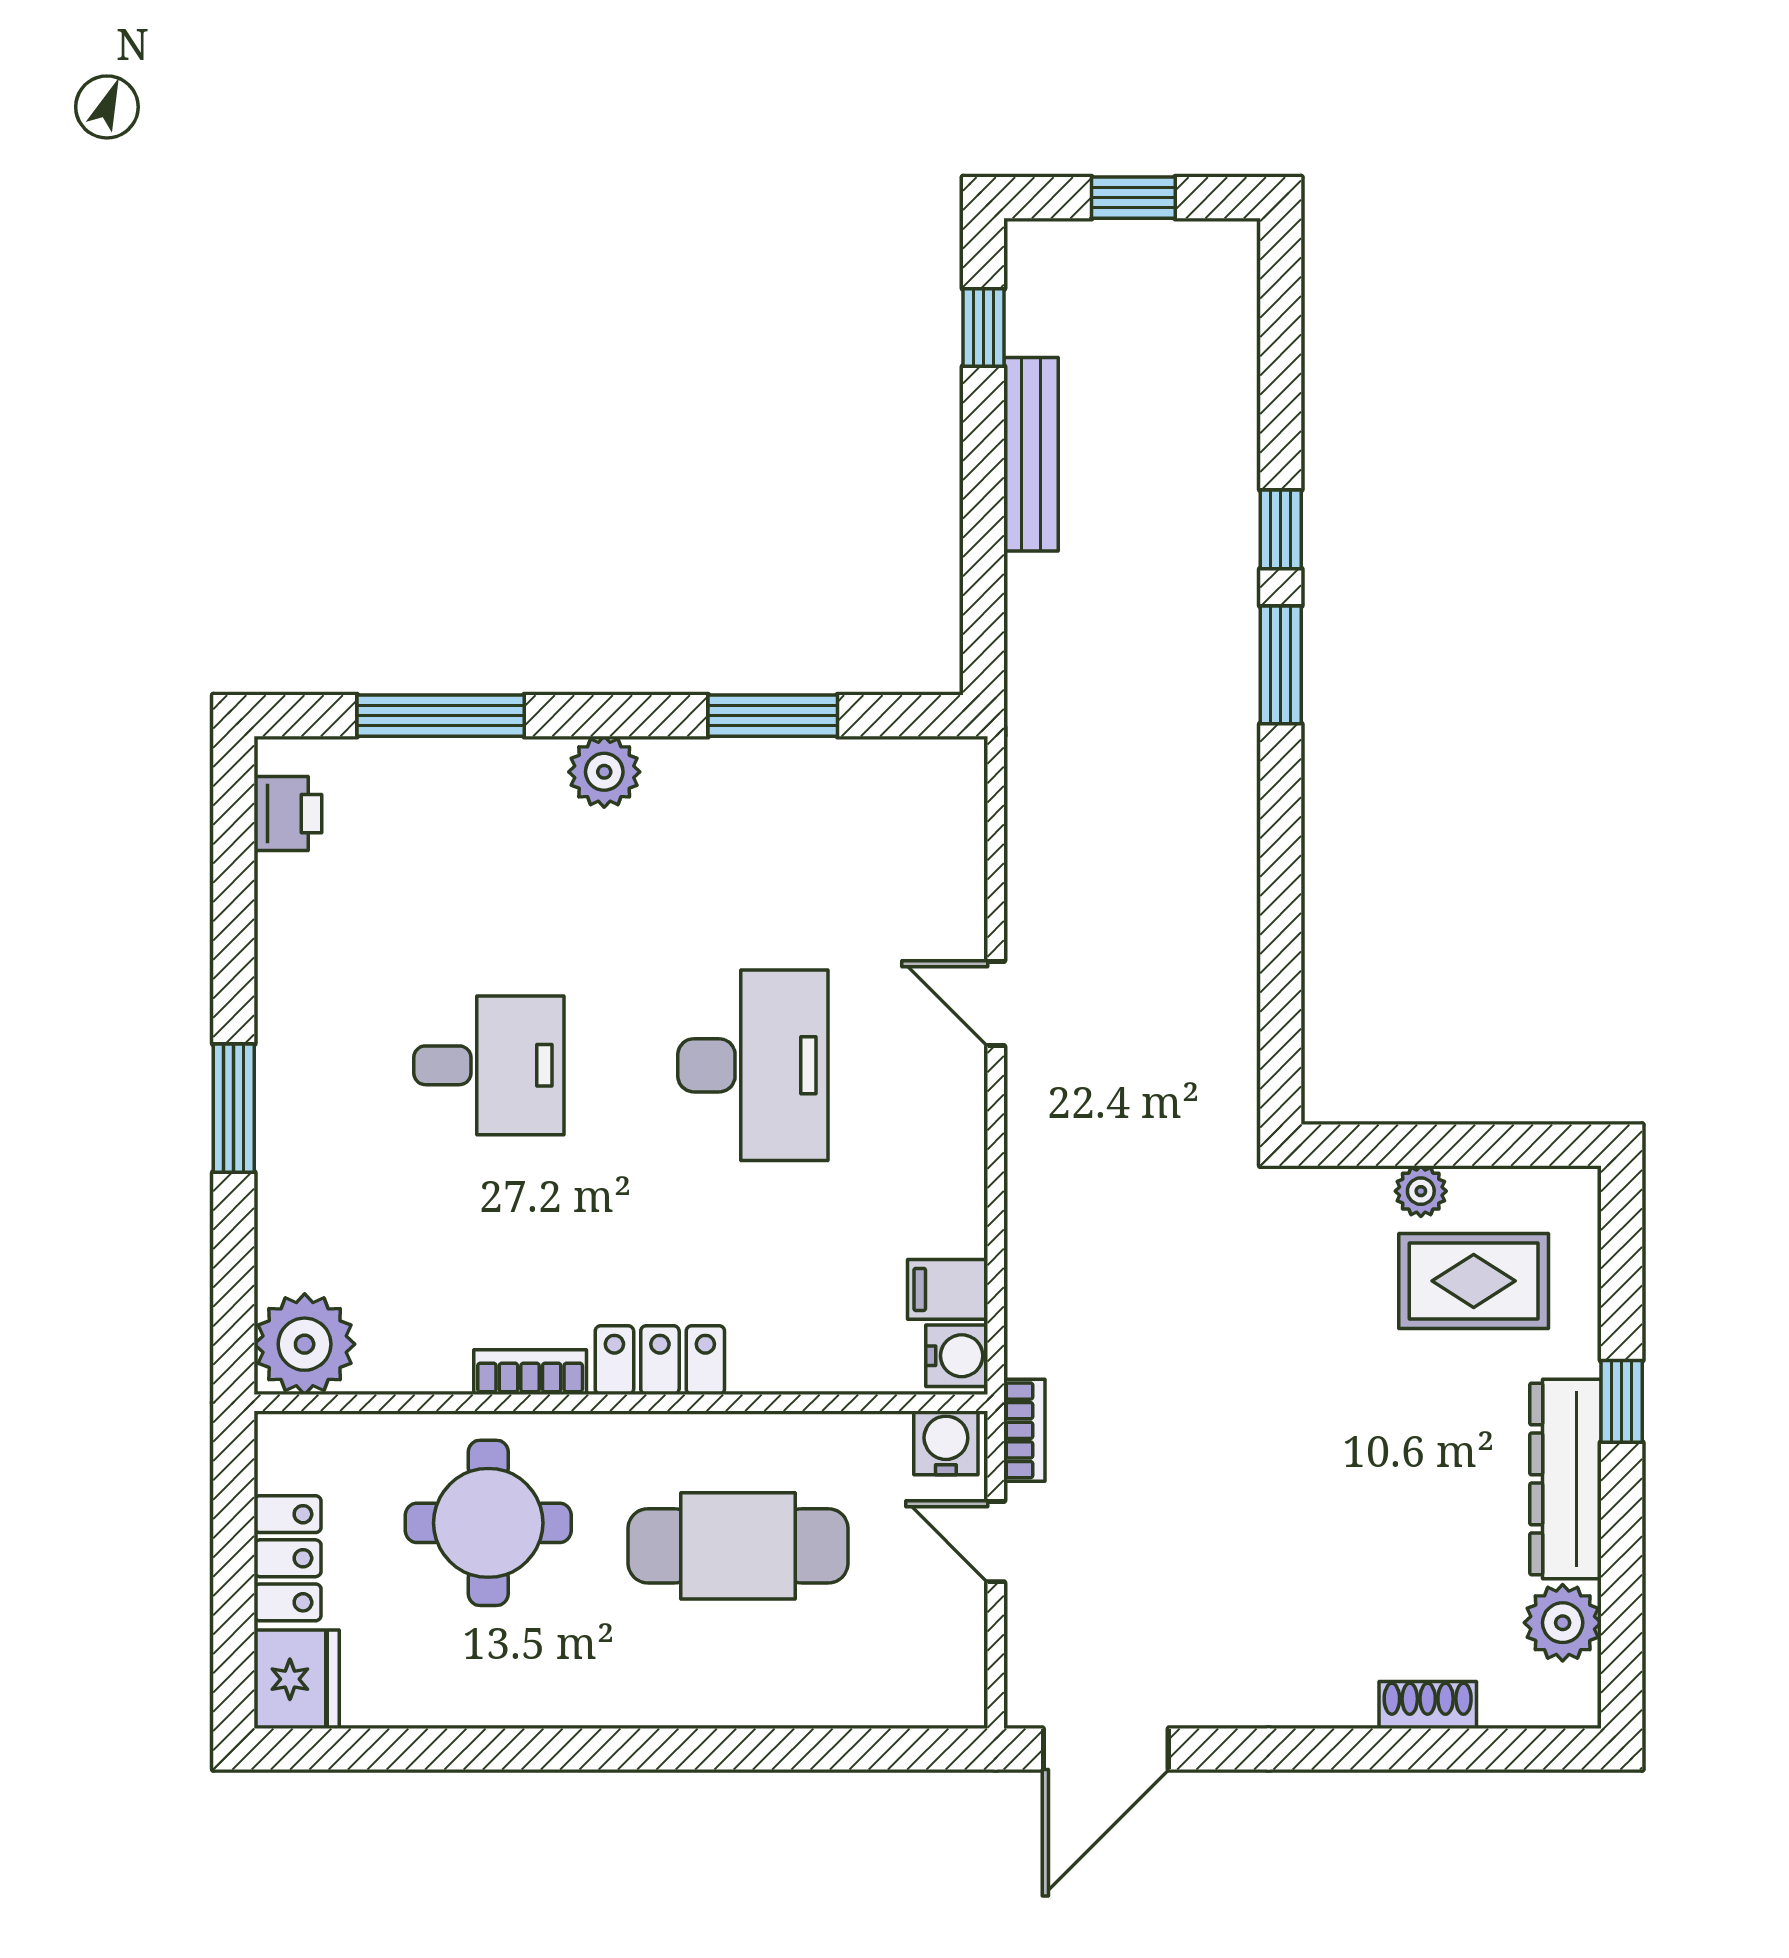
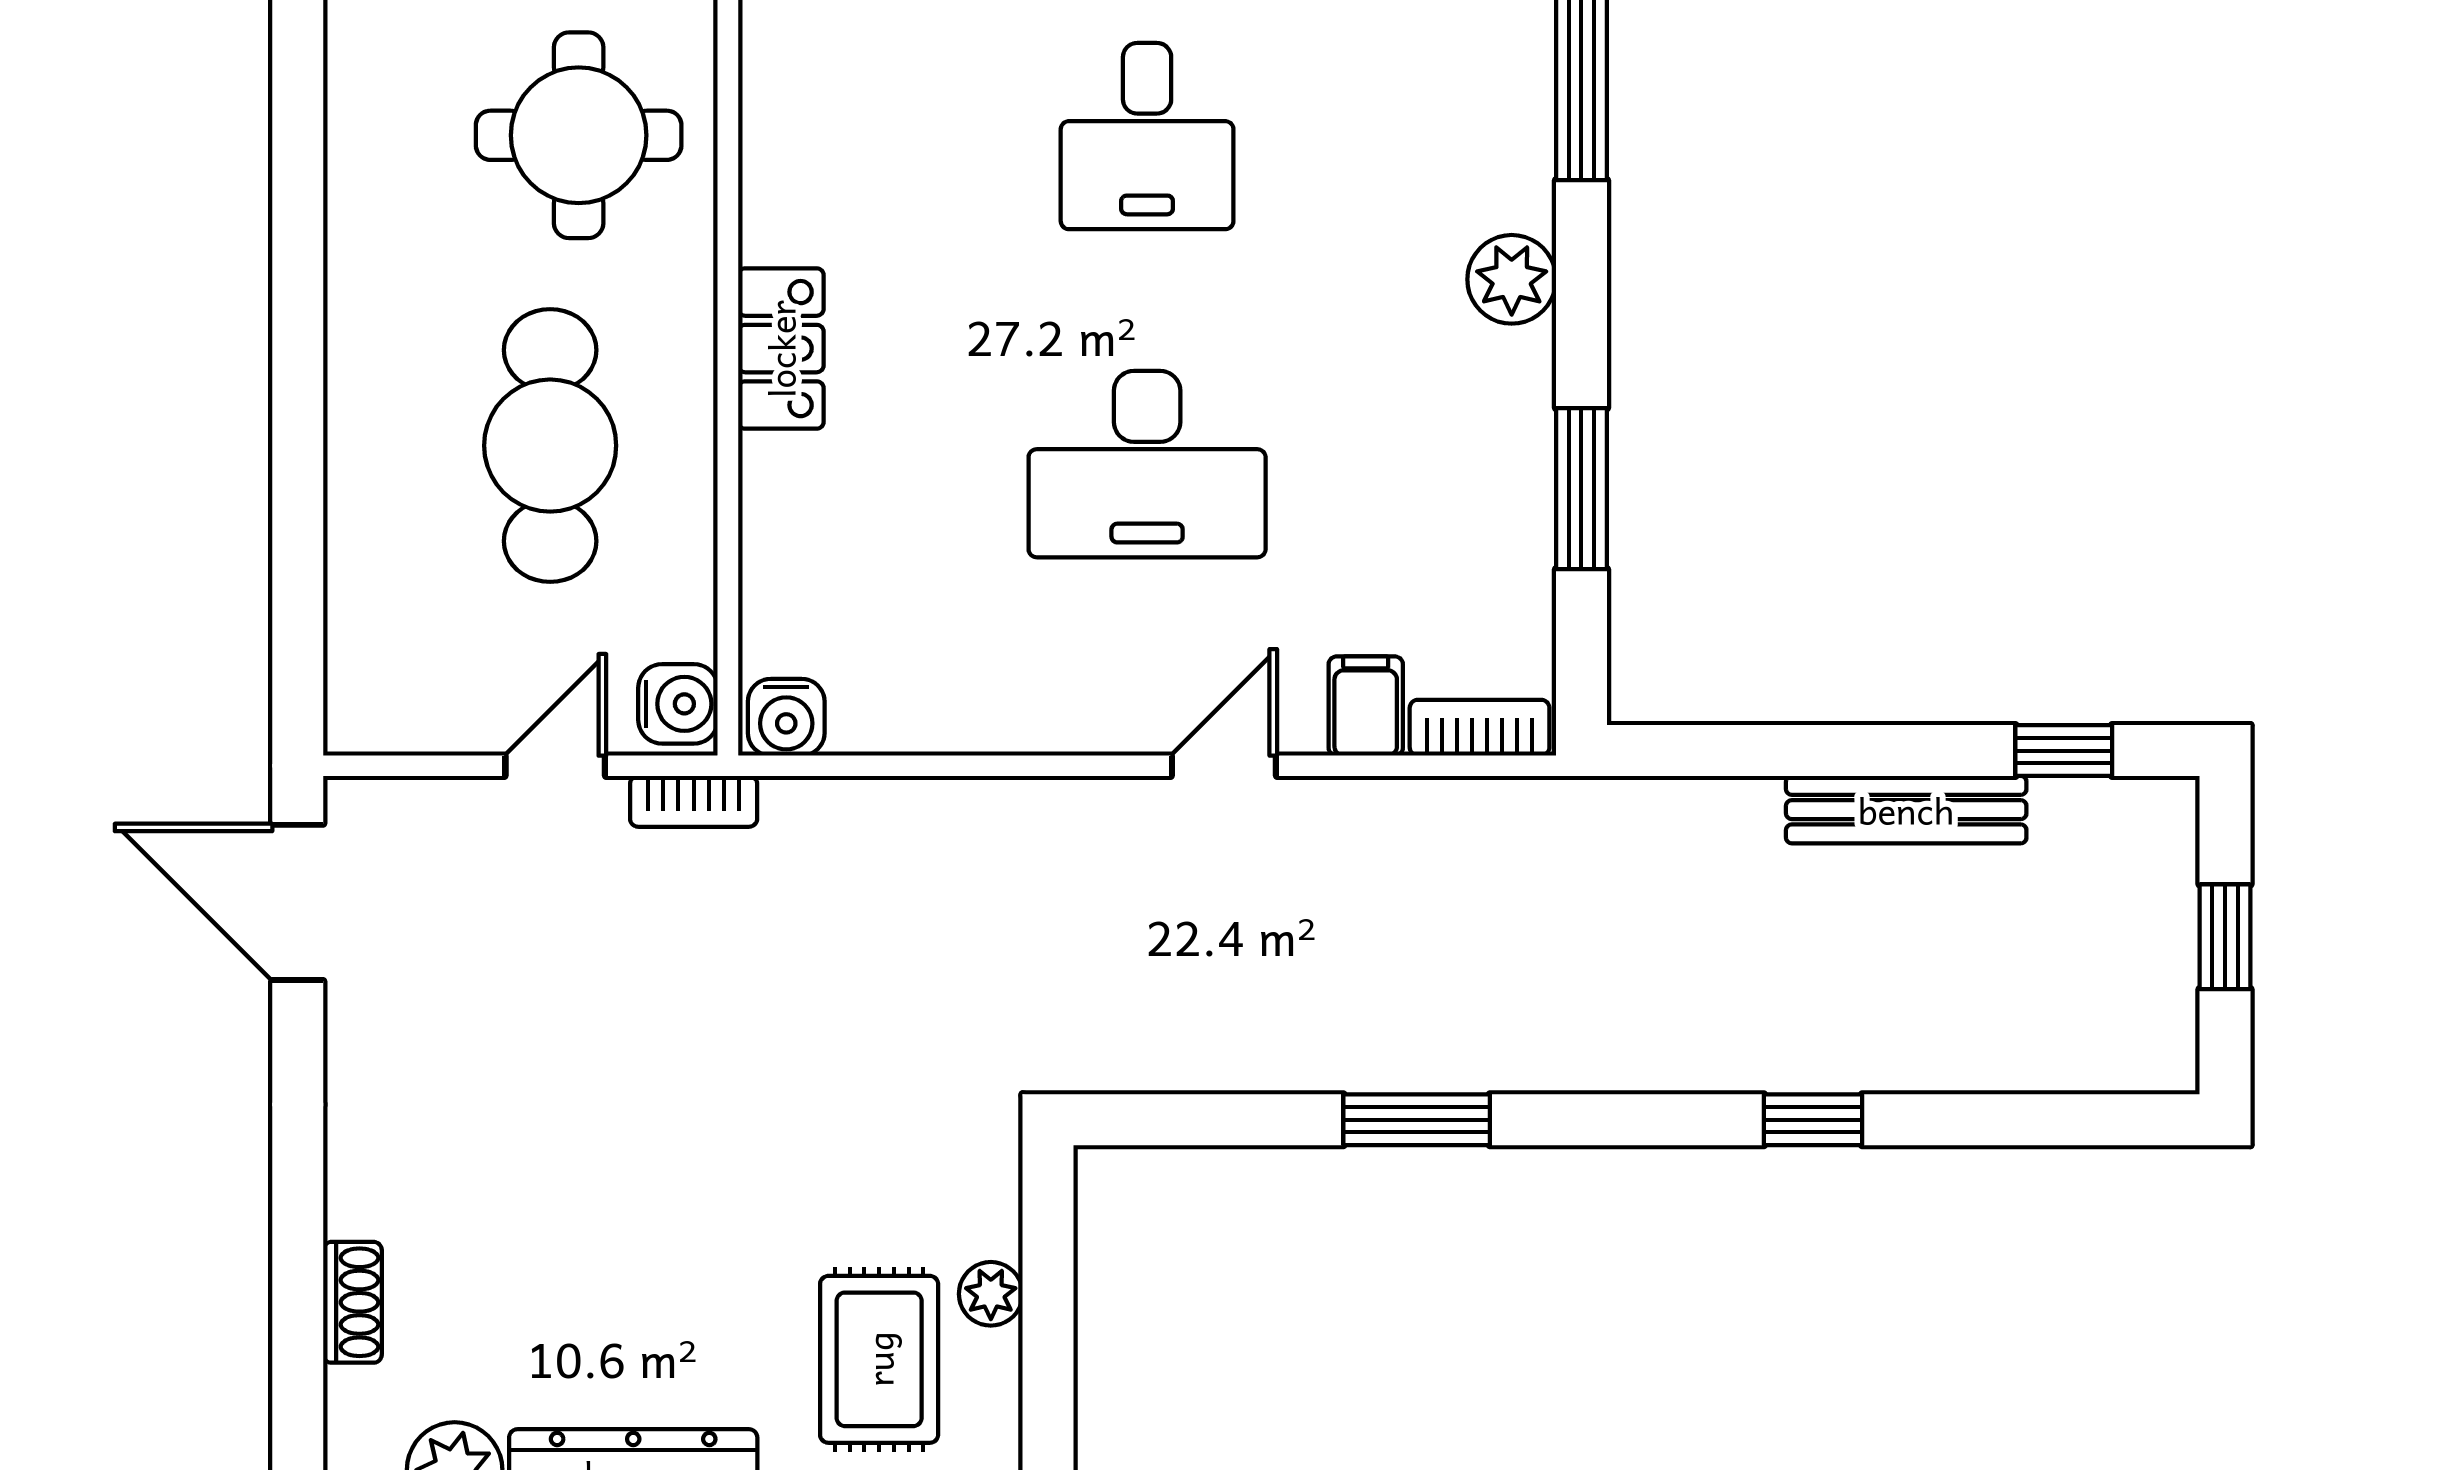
window: (1281, 665) -> (1417, 1120), moved
filing cabinet: (948, 1289) -> (1366, 706), moved
bookcase: (530, 1372) -> (1480, 728), moved, turned -90

